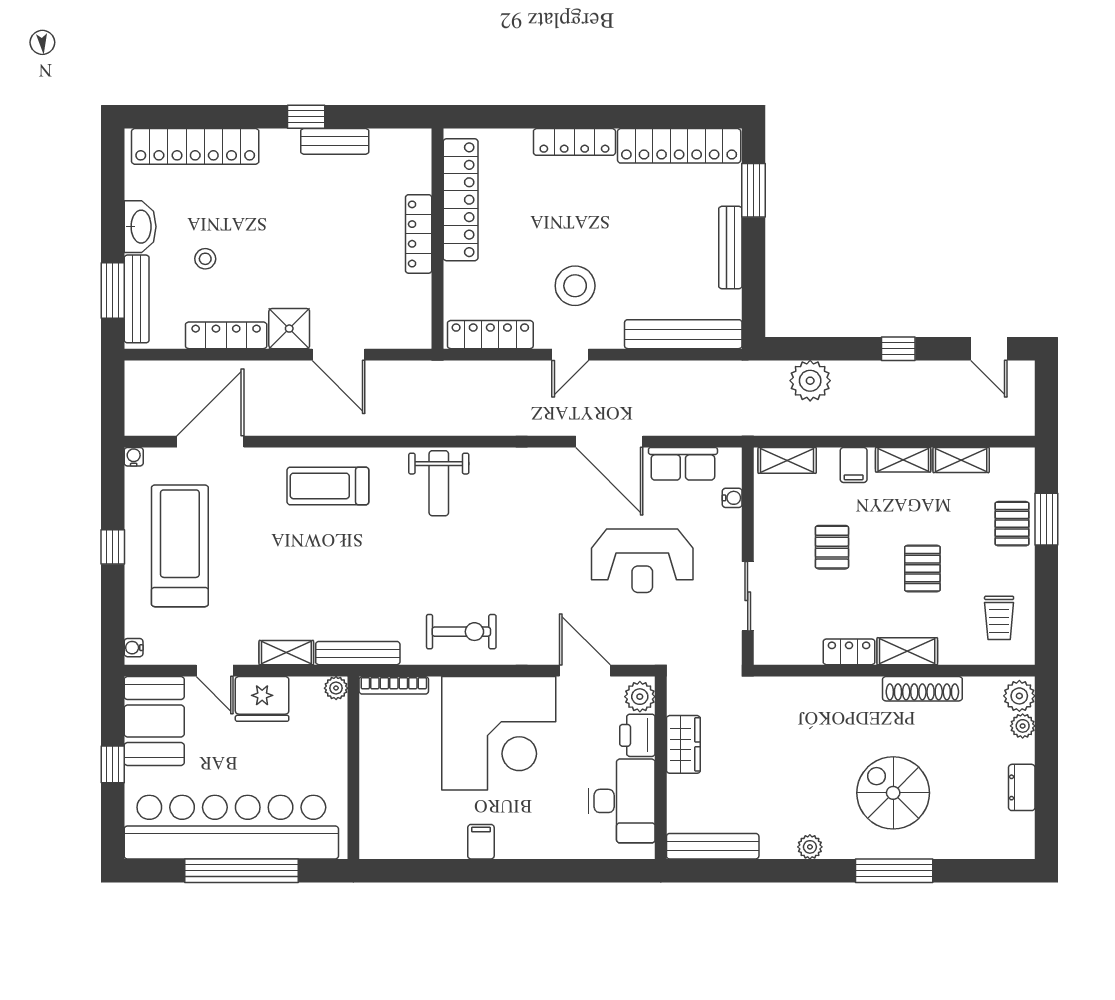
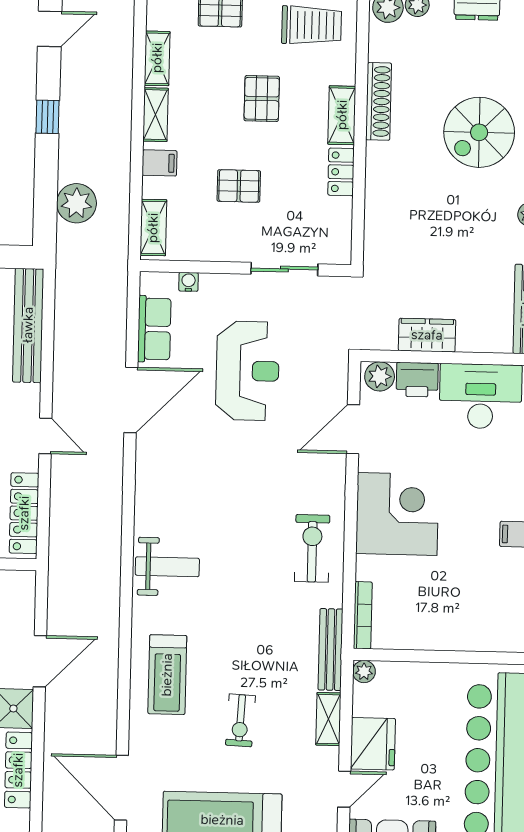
exercise bike: (283, 562) -> (240, 720), added
pallet: (922, 569) -> (262, 99), turned 90
trolley: (999, 618) -> (312, 25), width x1.36, depth x1.39
corner desk: (499, 733) -> (397, 514), width x0.74, depth x0.74

